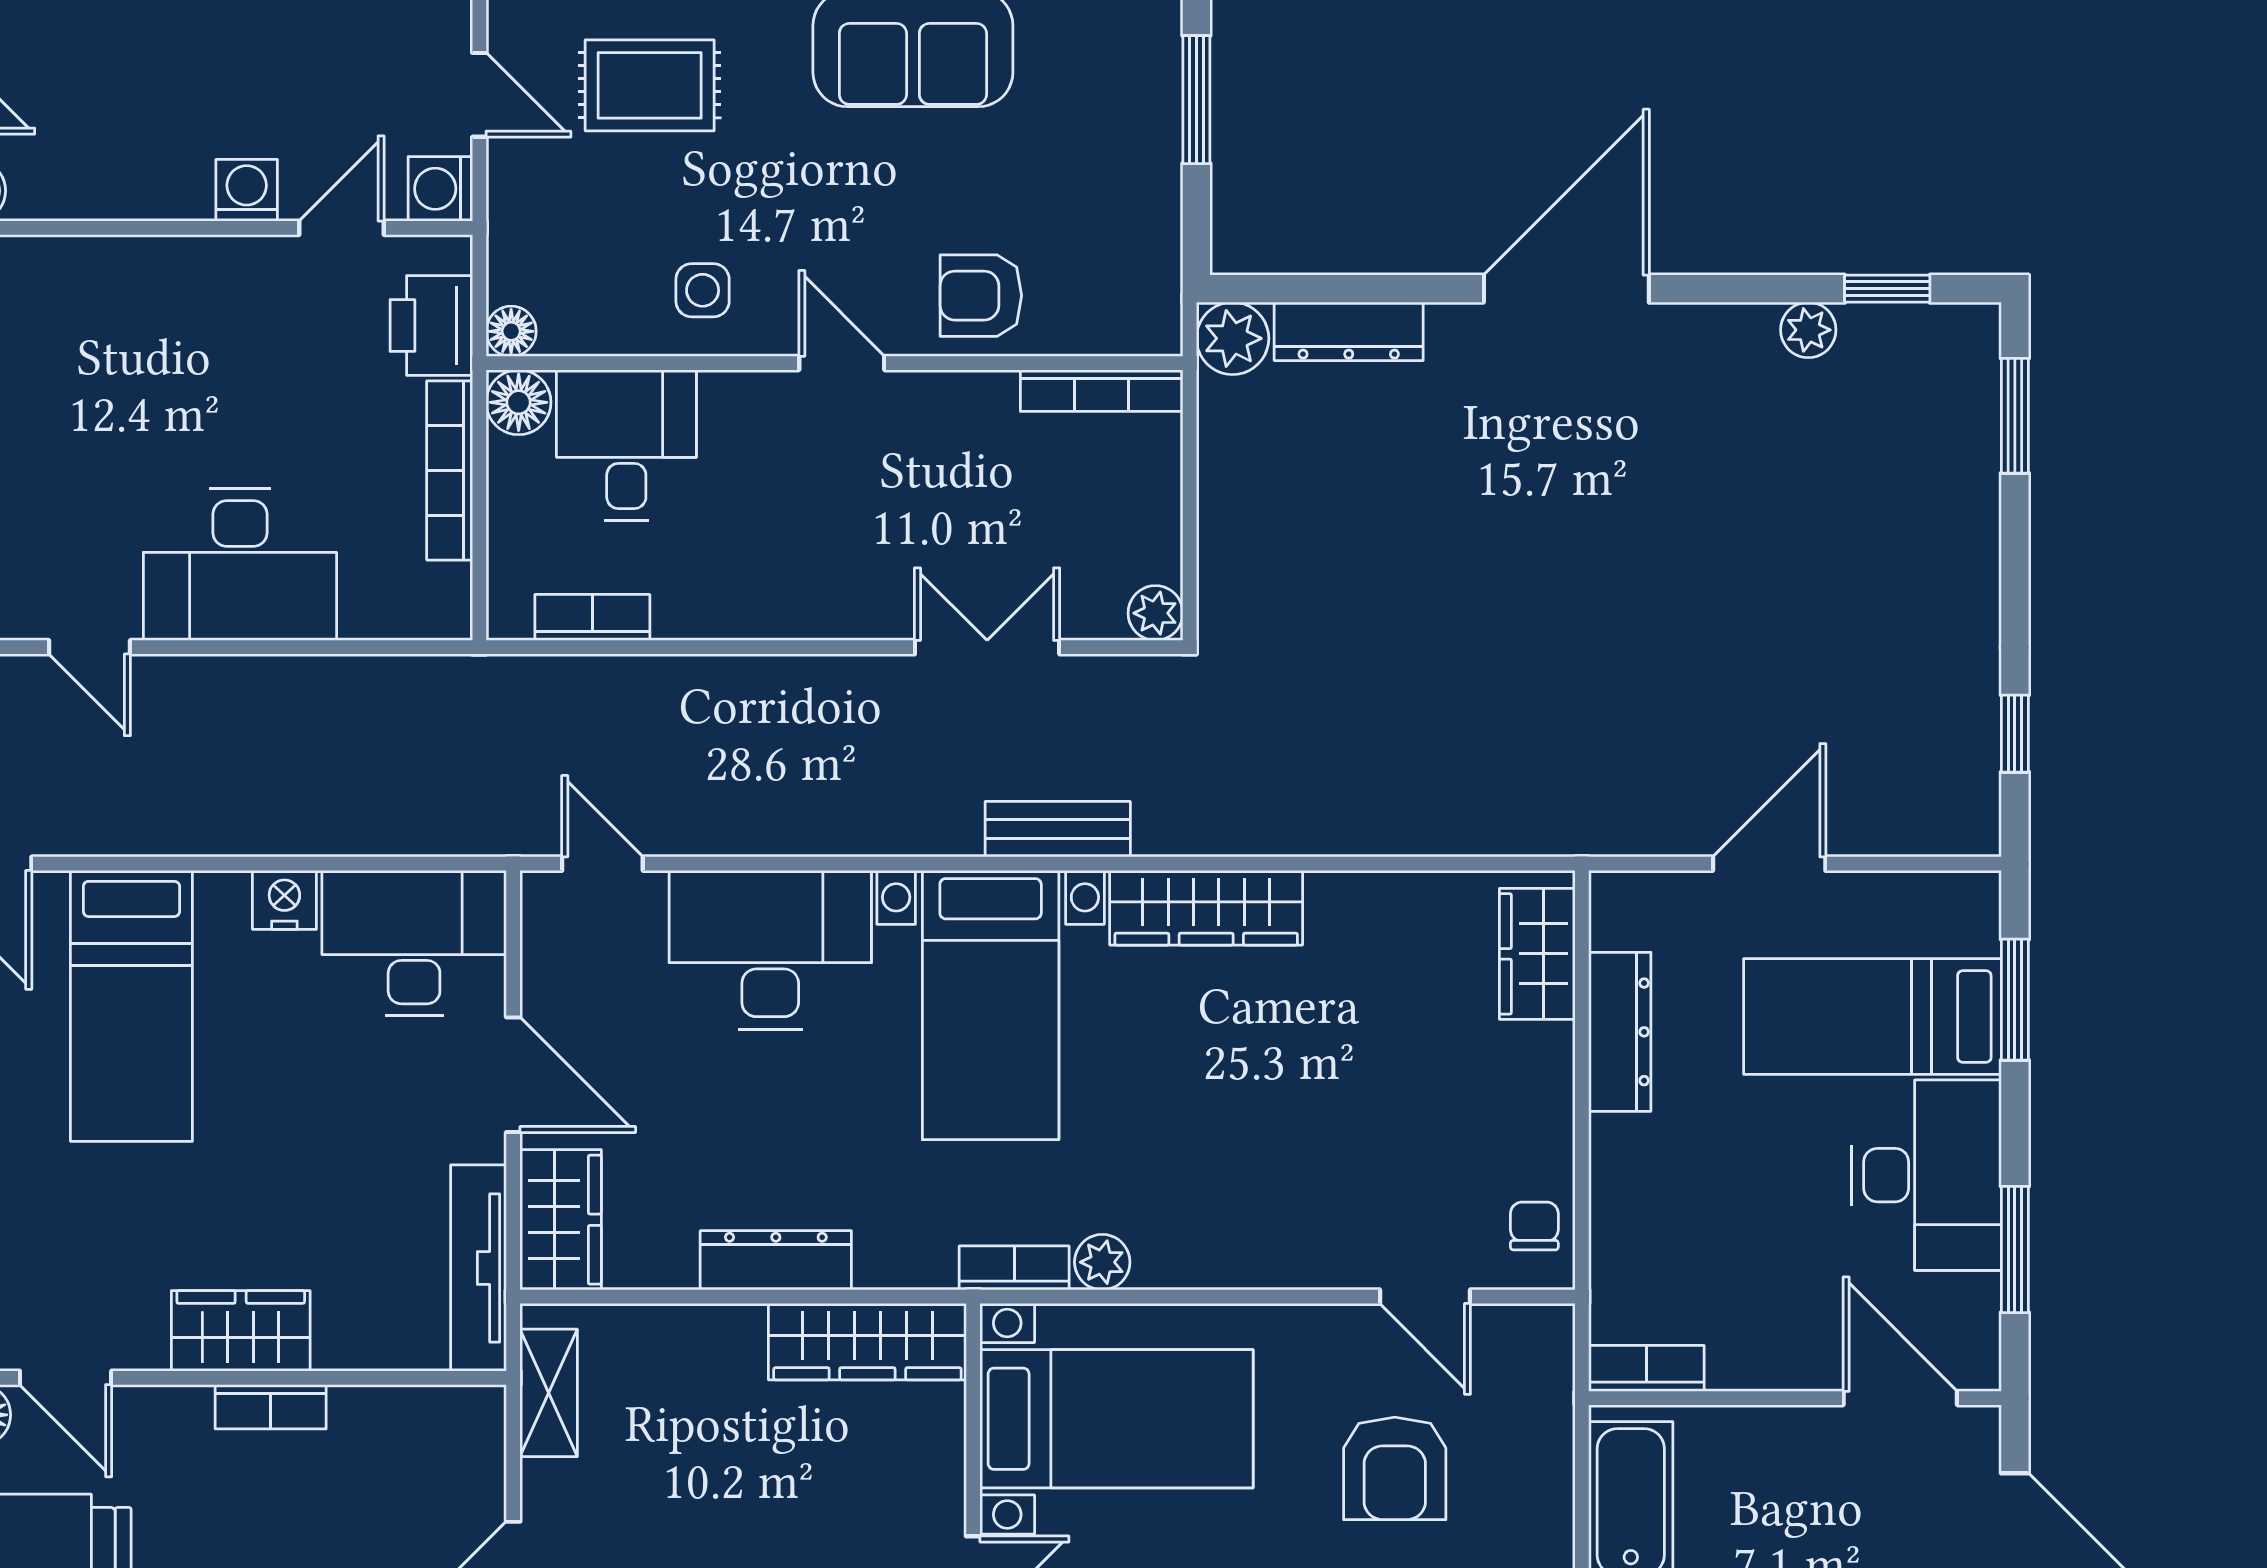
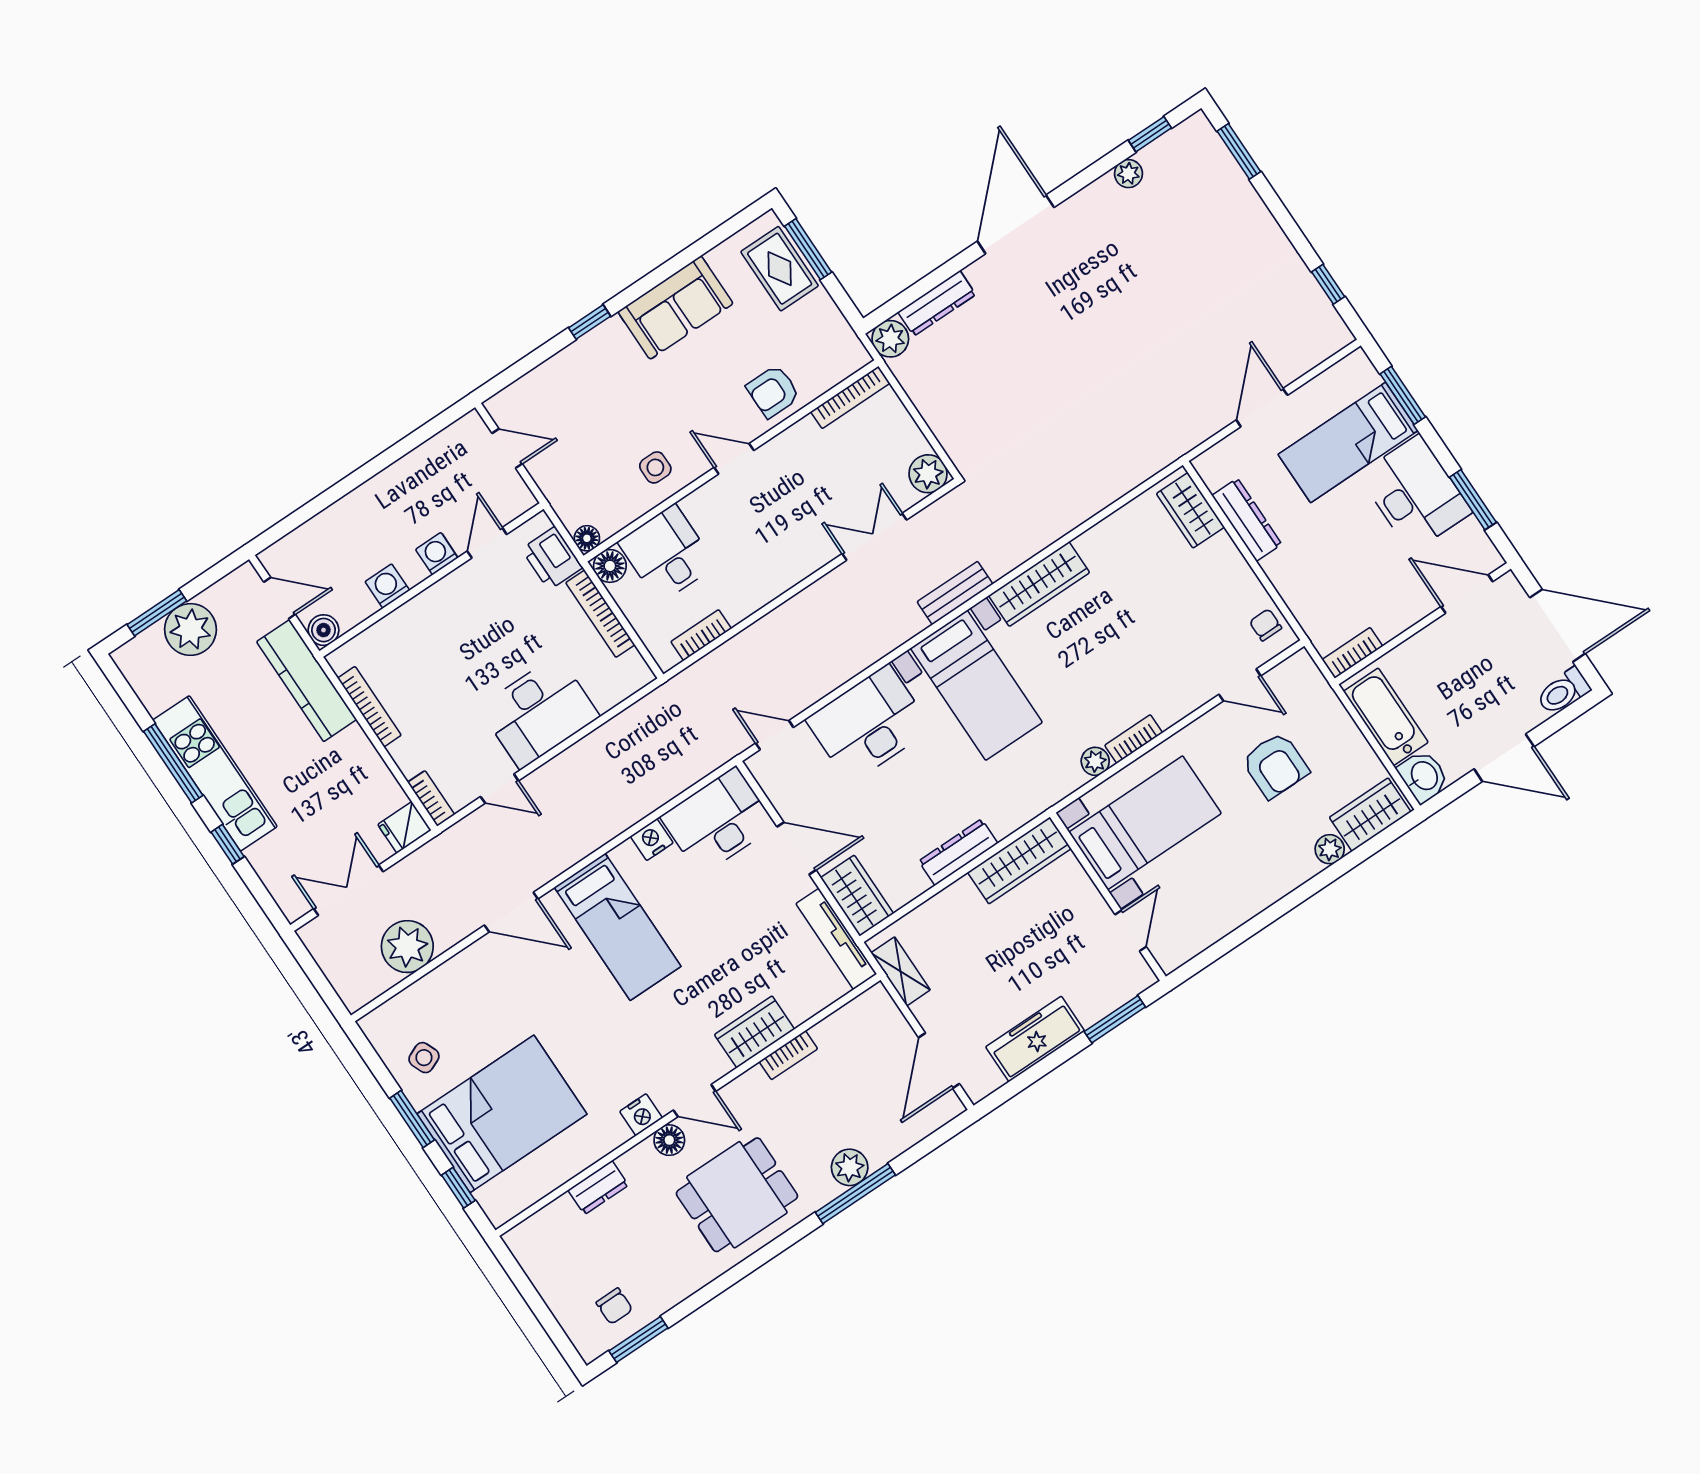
rug: (650, 85) -> (780, 269), moved, turned 90
washing machine: (440, 189) -> (387, 586), moved, turned 90
plant: (1155, 613) -> (928, 474), width x1.38, depth x1.38
bookcase: (1014, 1268) -> (1134, 739), moved

